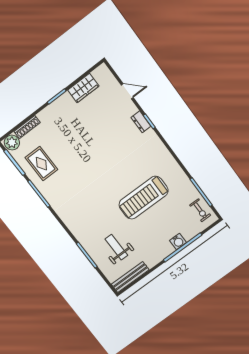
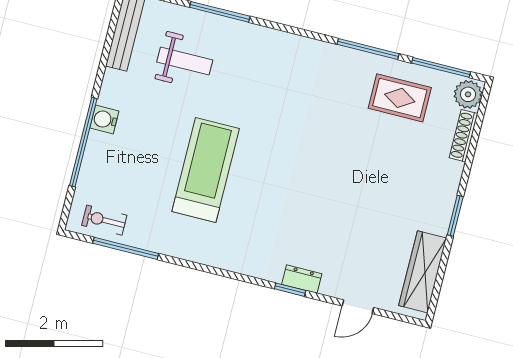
wardrobe: (83, 88) -> (423, 272), width x1.50
water cooler: (178, 241) -> (104, 119), moved

